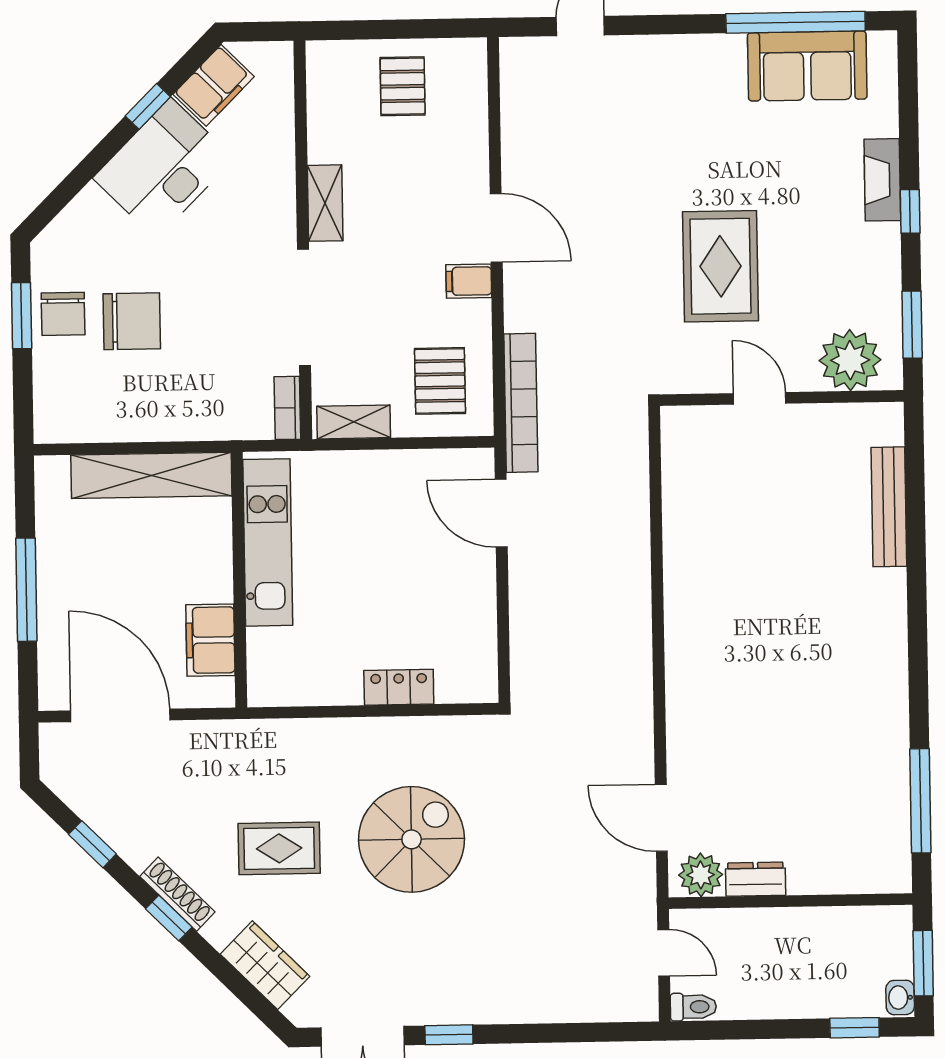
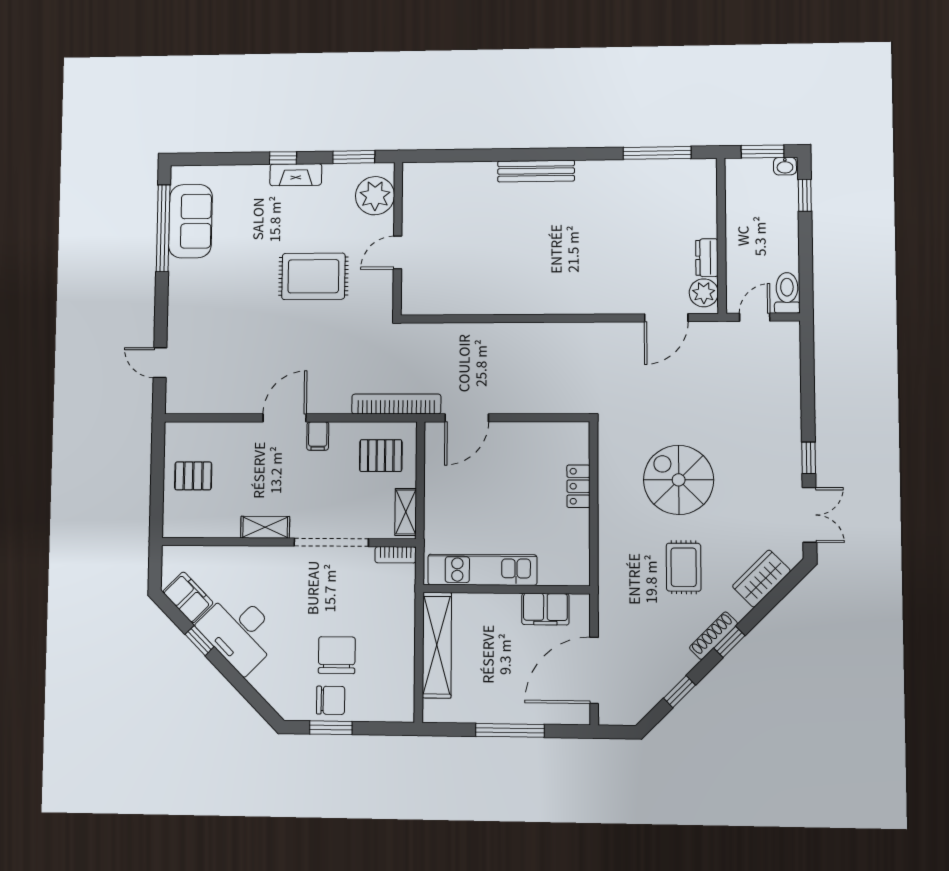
fireplace: (882, 180) -> (296, 175), moved
bench: (889, 507) -> (536, 171), moved
toilet: (693, 1007) -> (787, 293), width x1.37, depth x1.39

